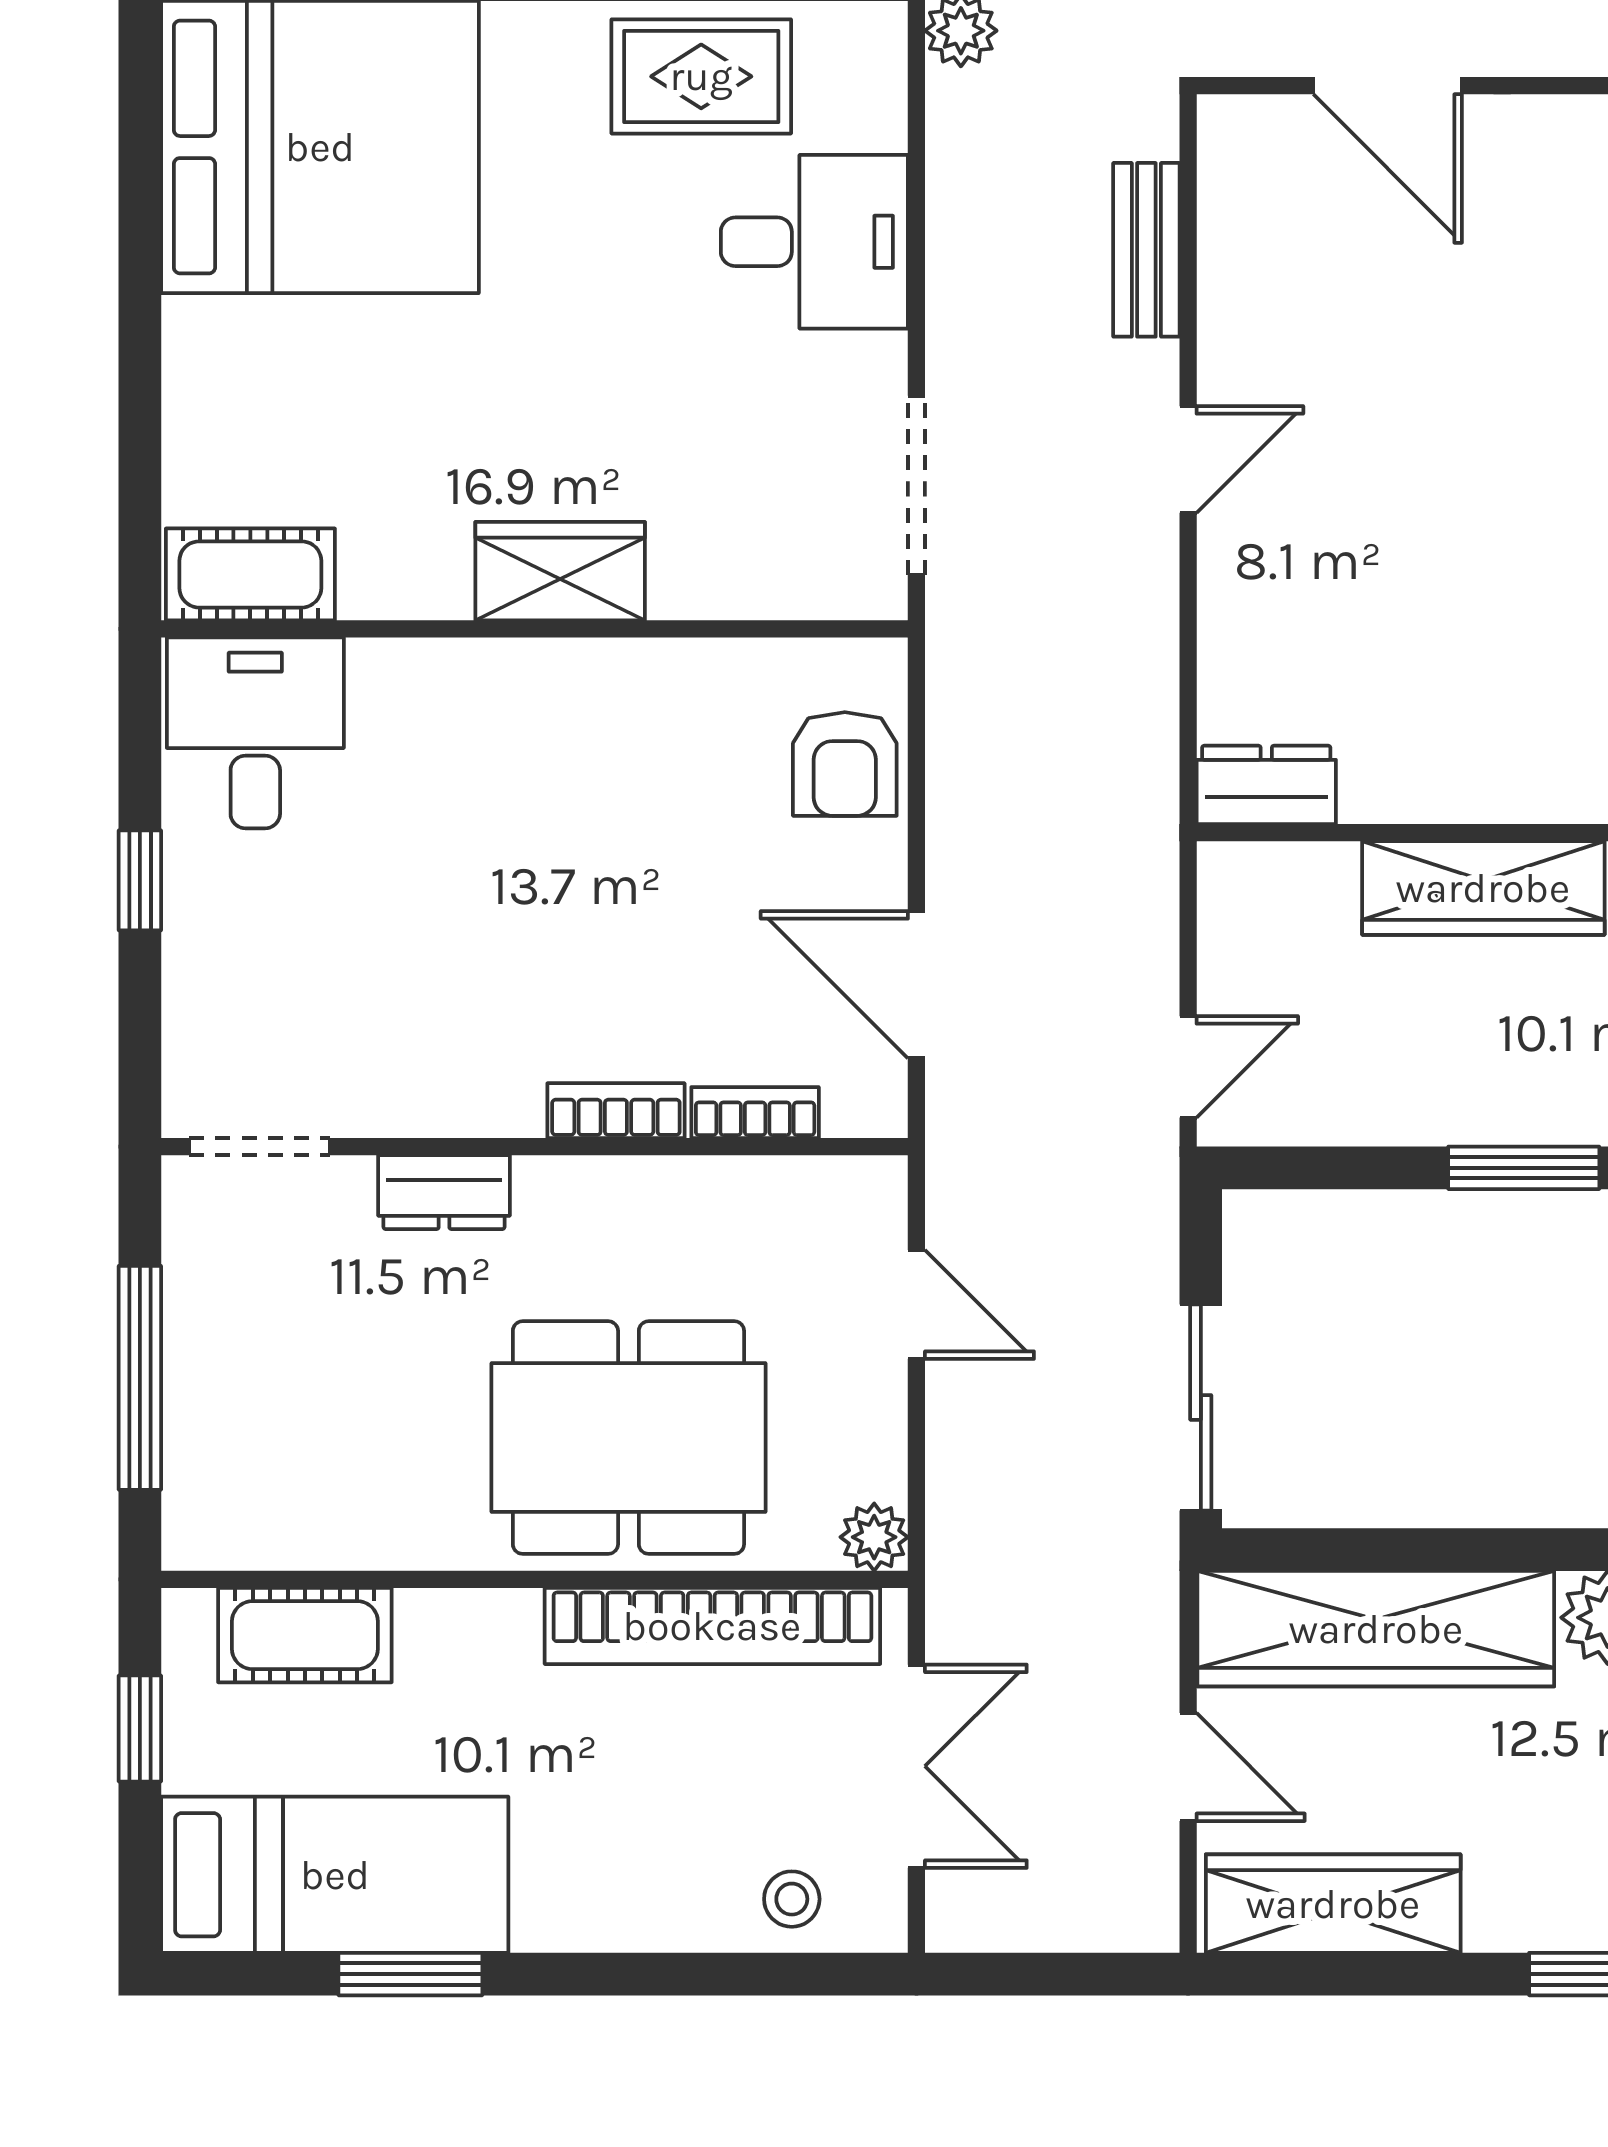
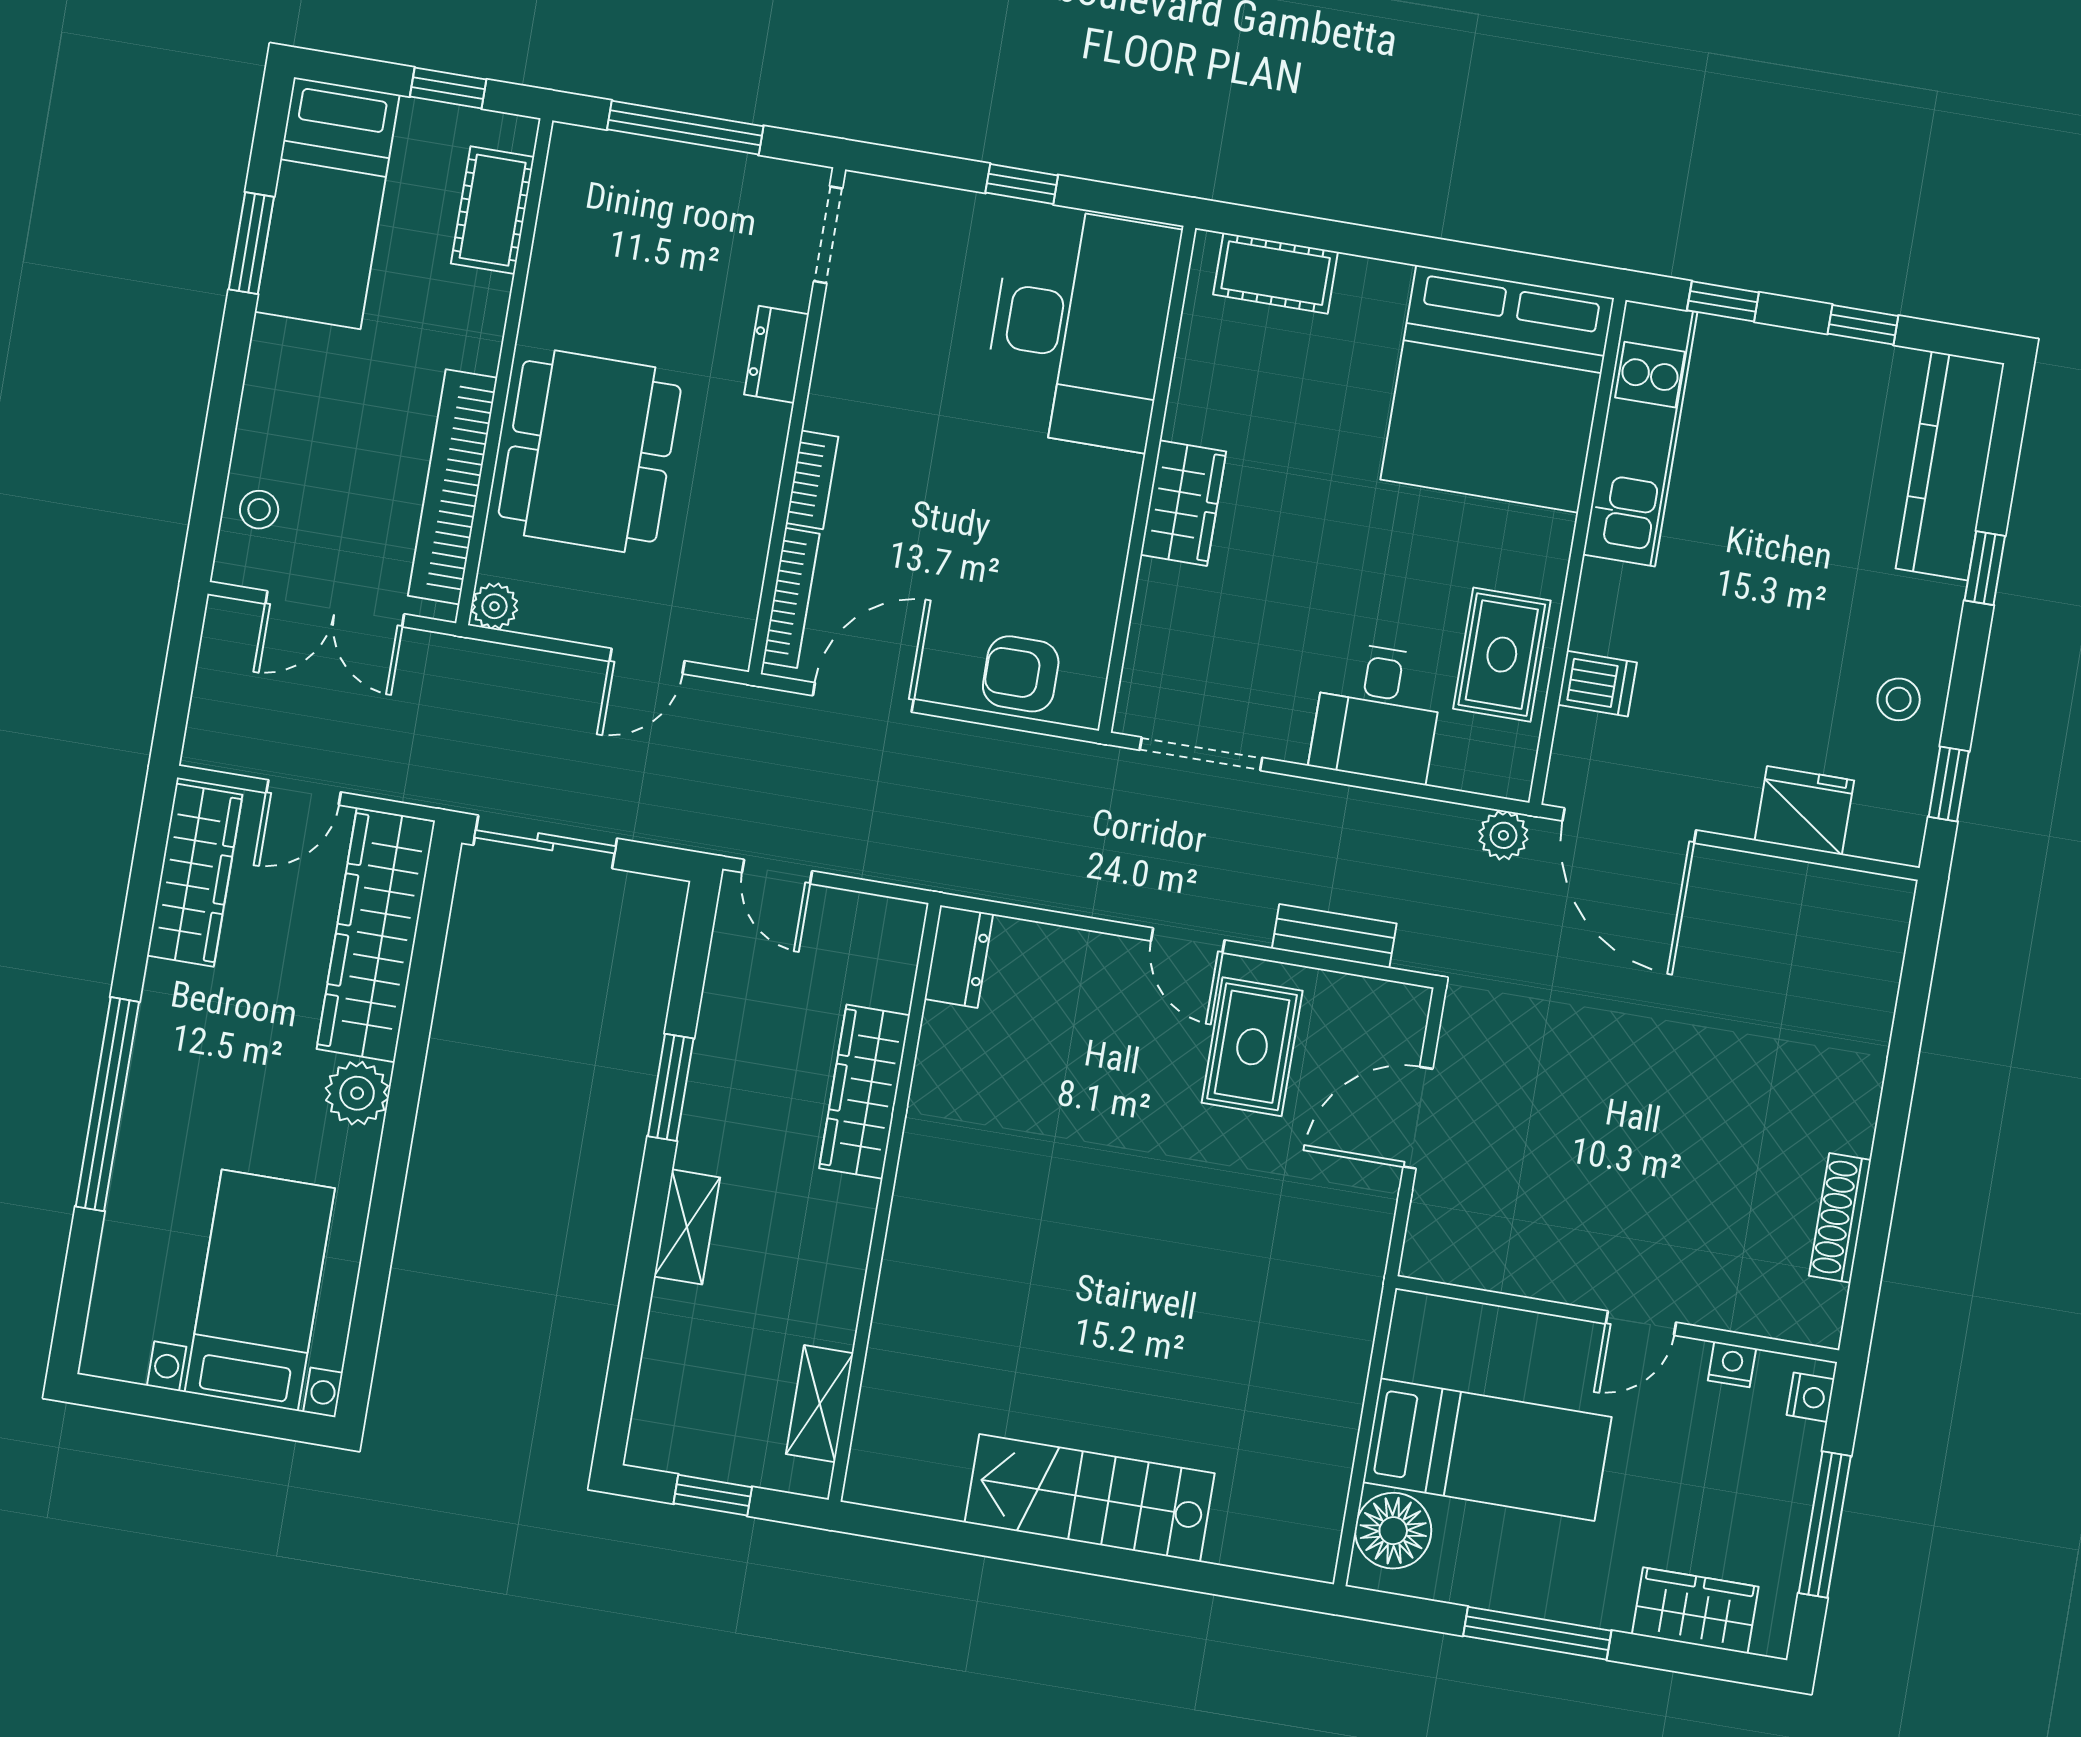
rug: (1325, 341) -> (1252, 1047), added
cot: (250, 574) -> (1276, 273), moved, turned 90
desk: (255, 733) -> (1080, 328), width x1.87, depth x1.30
bookcase: (755, 1113) -> (791, 598), width x1.56

